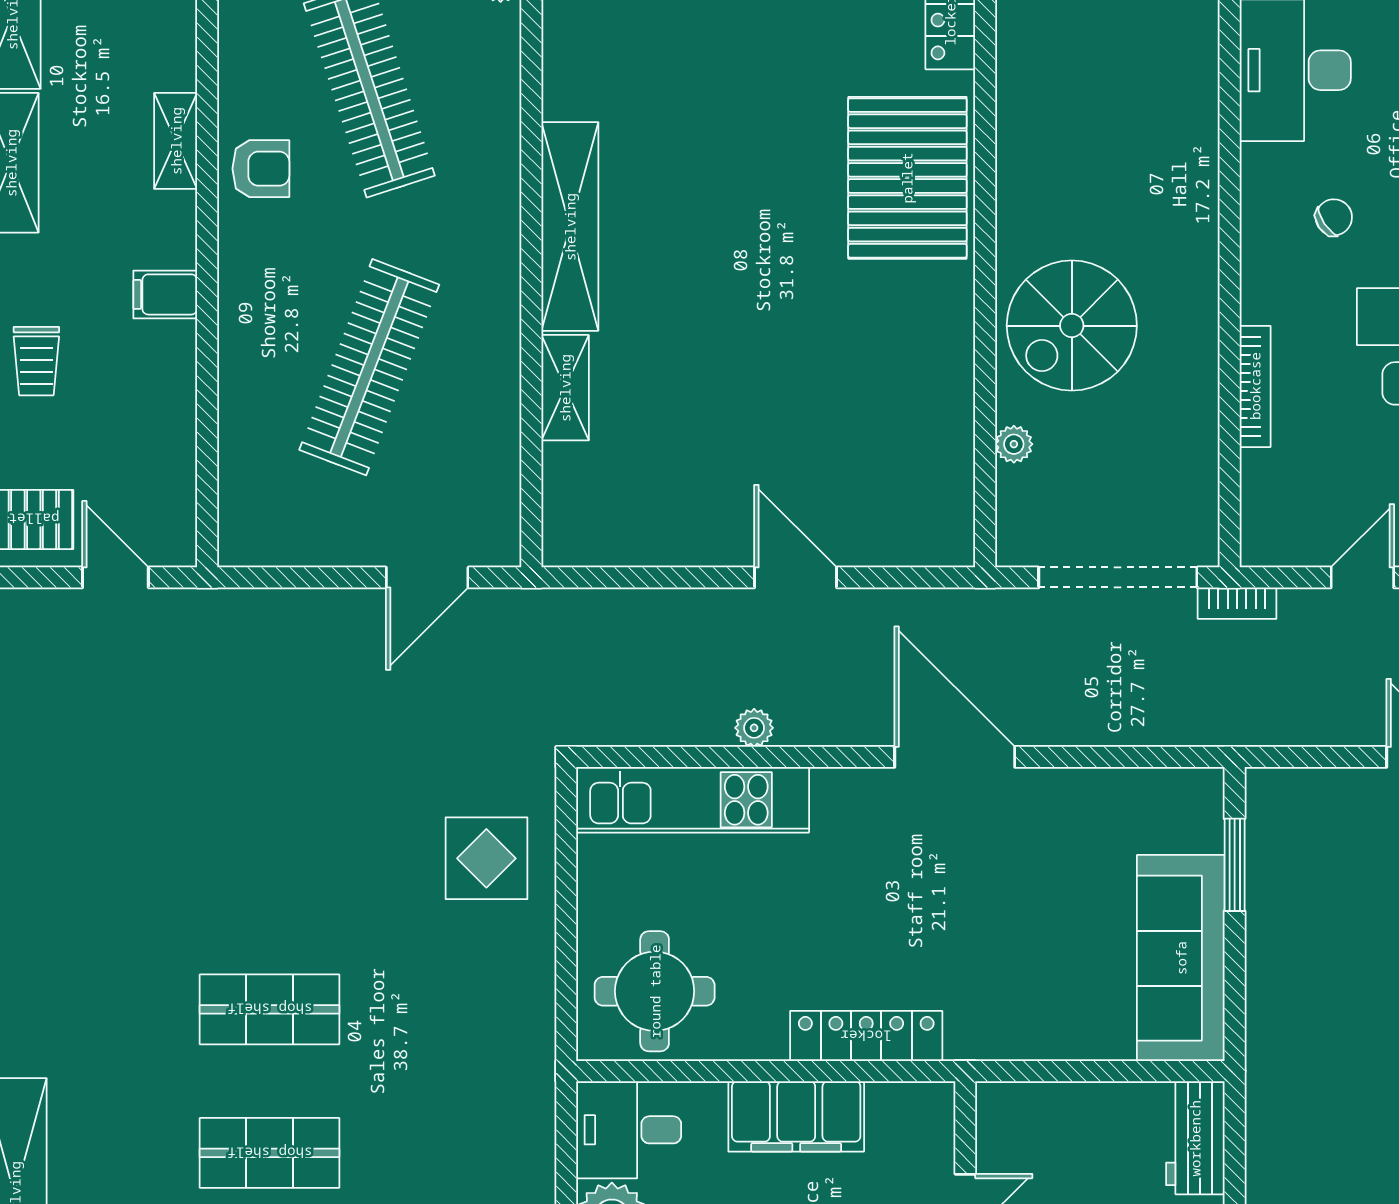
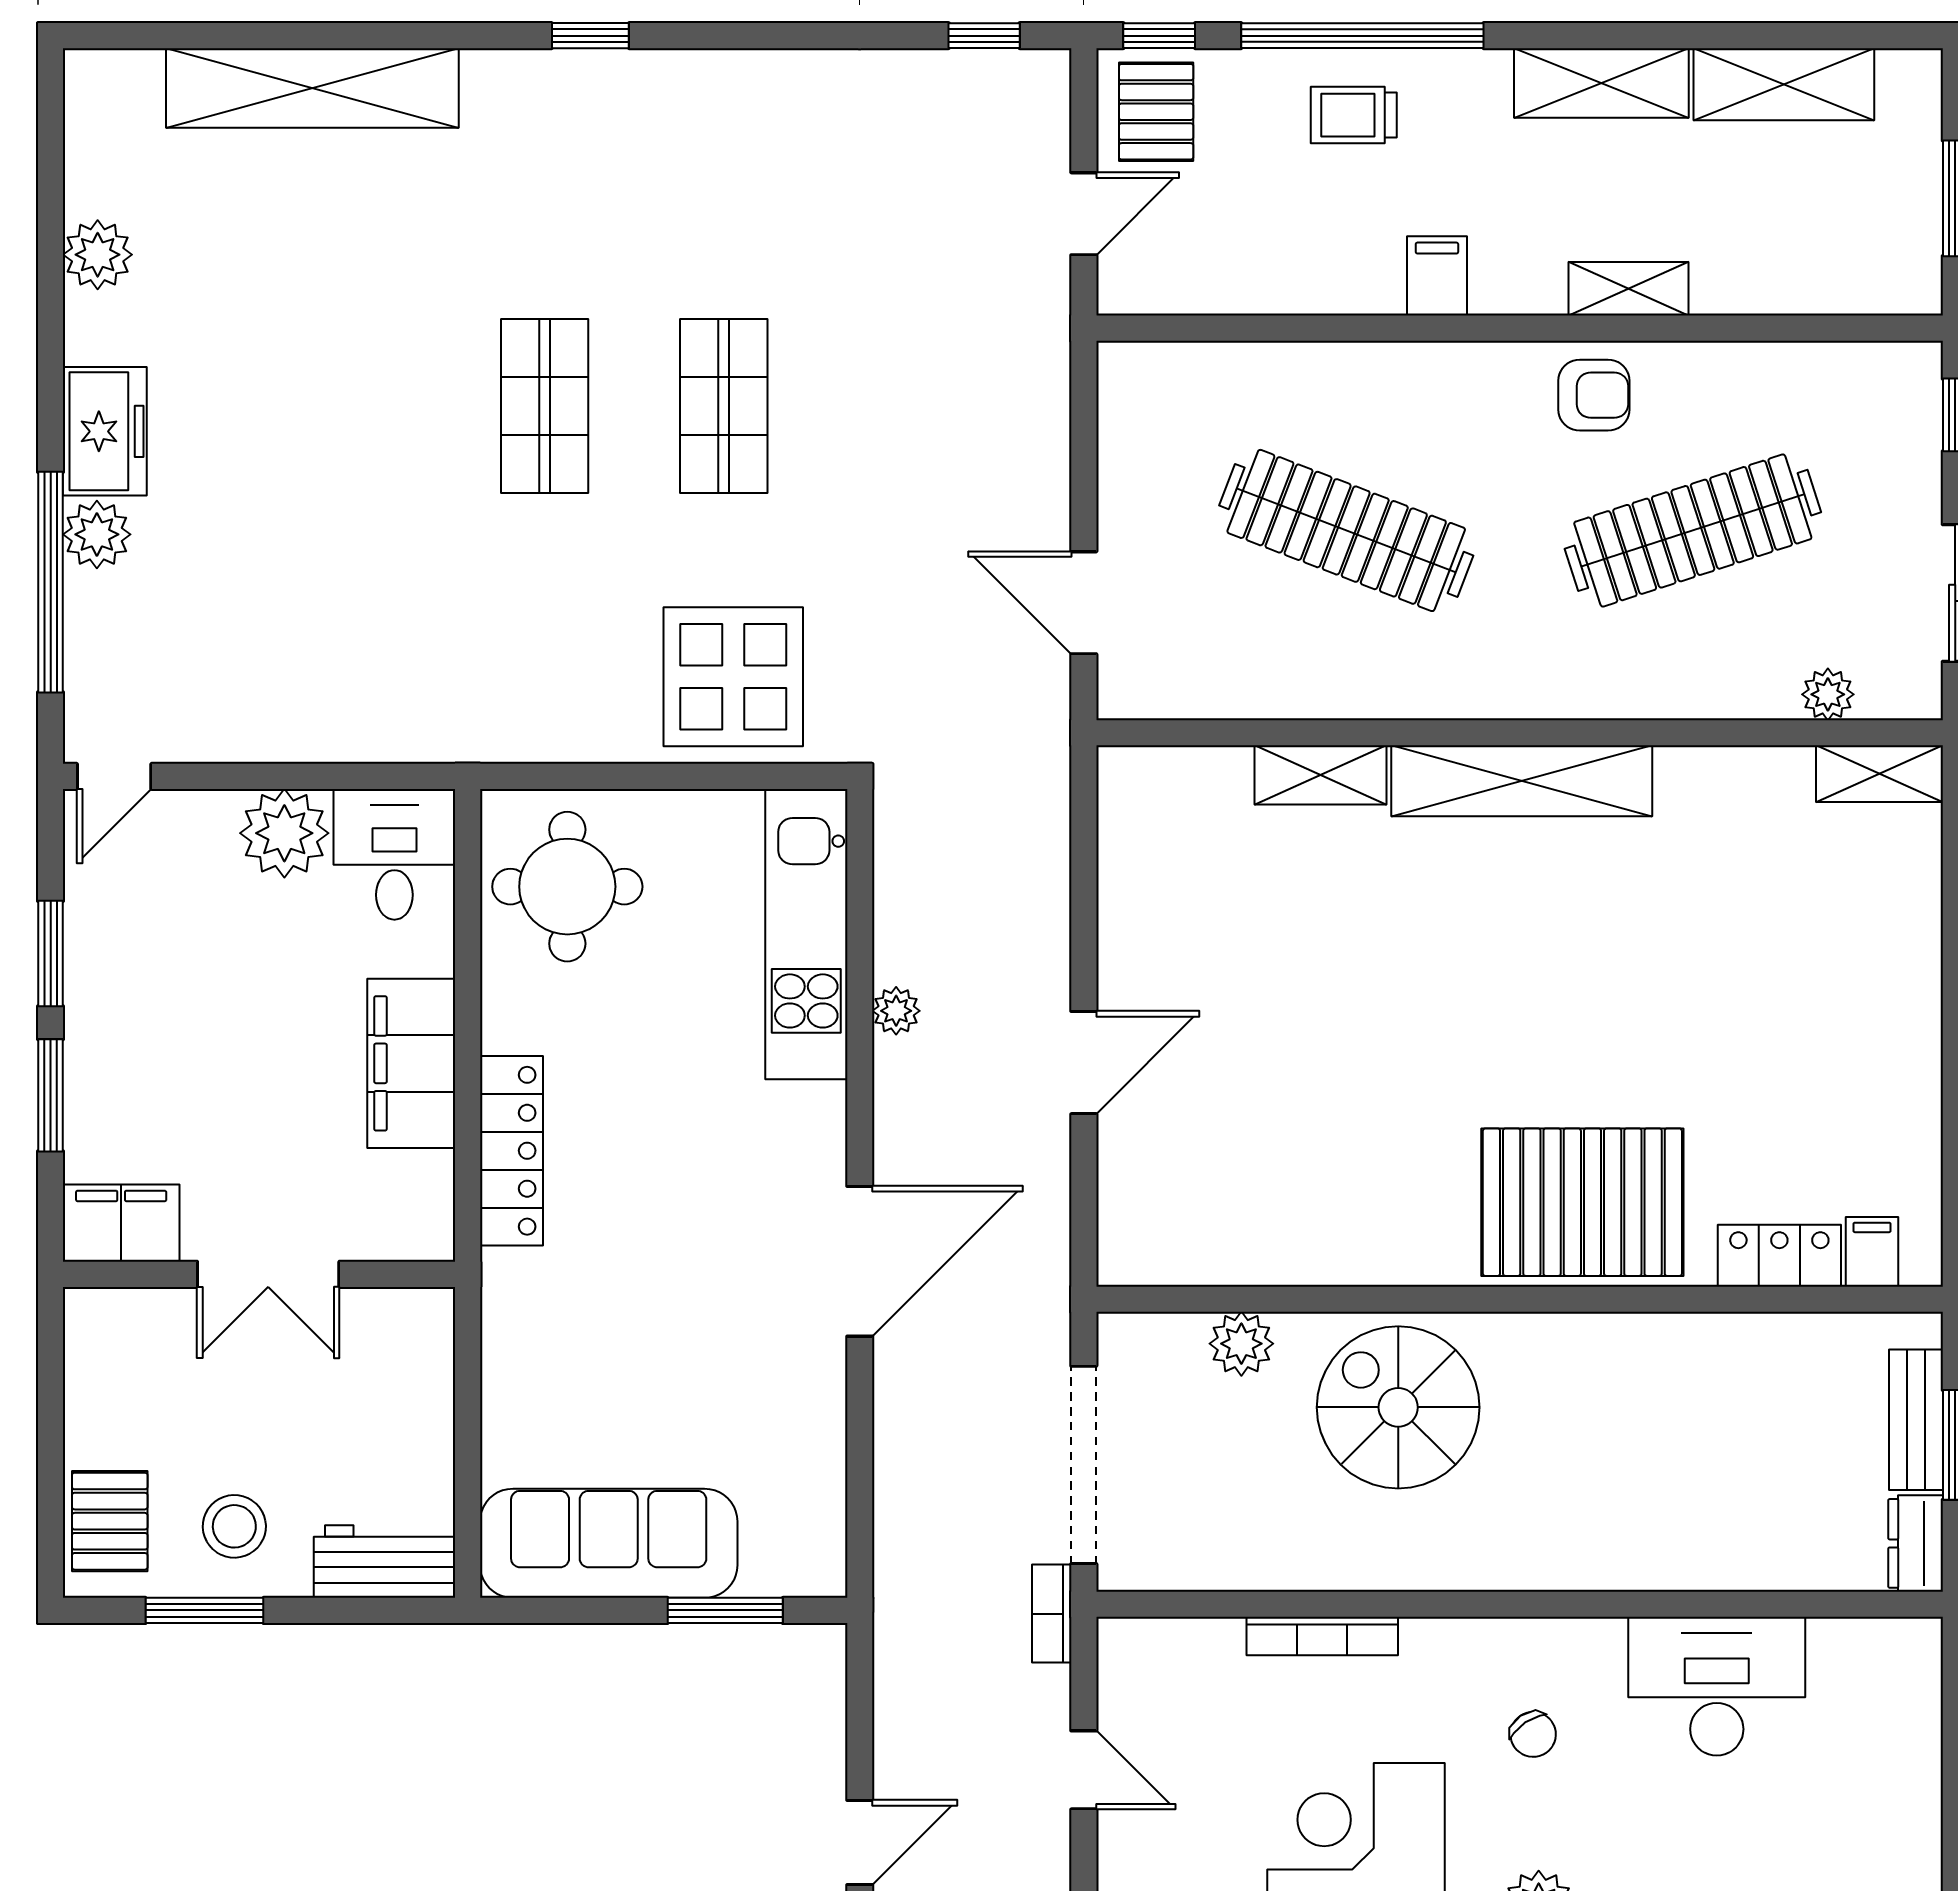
armchair: (261, 169) -> (1594, 395), turned -90
plant: (1014, 444) -> (1241, 1344), width x1.38, depth x1.38
display table: (486, 858) -> (733, 677), width x1.36, depth x1.36
shop shelf: (270, 1153) -> (724, 406), moved

